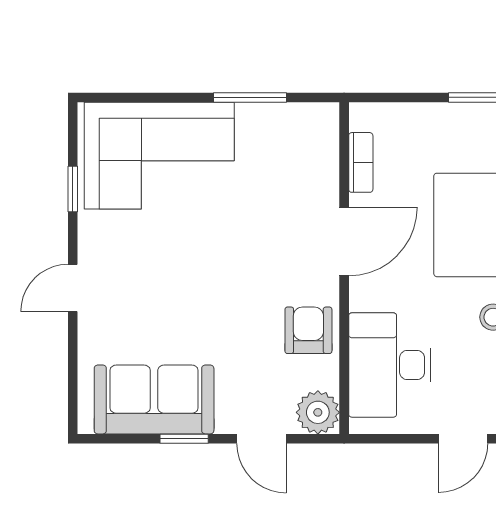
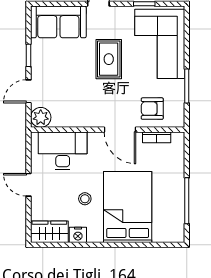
rug: (192, 266) -> (109, 59), added
armchair: (308, 330) -> (152, 109), moved, turned 180
sofa: (154, 399) -> (58, 22), moved, turned 90

